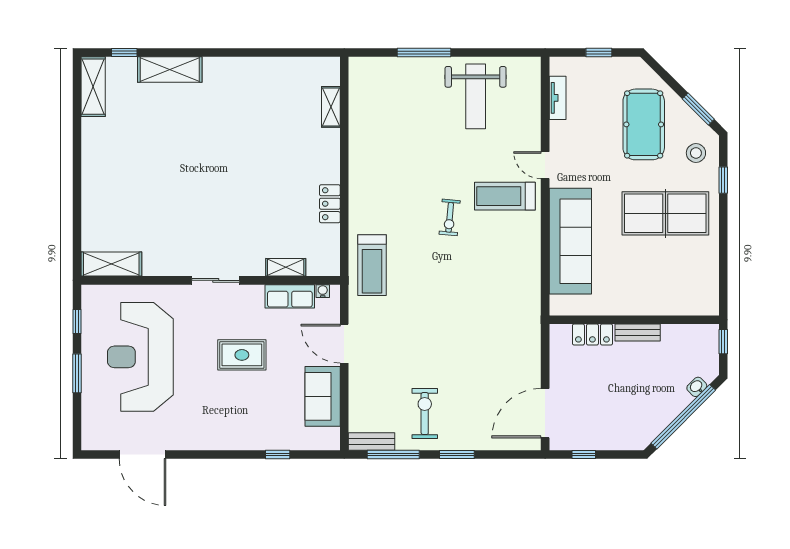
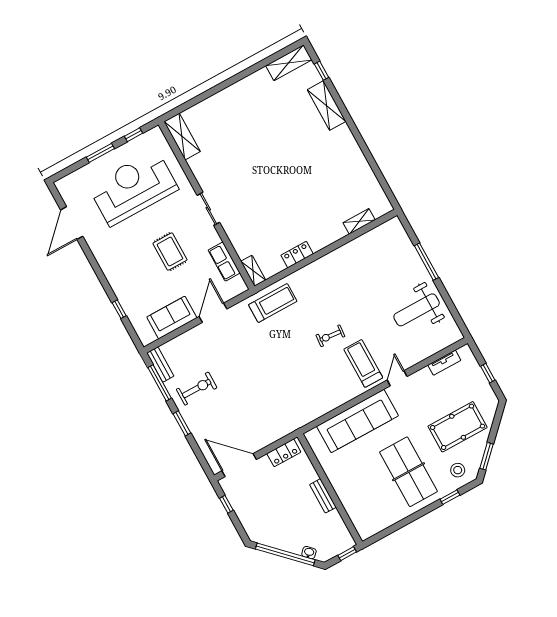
treadmill: (372, 265) -> (273, 303), turned 180
shelving: (286, 267) -> (253, 271), moved
water cooler: (323, 291) -> (239, 281), removed
locker: (592, 335) -> (284, 453), moved, turned -90

